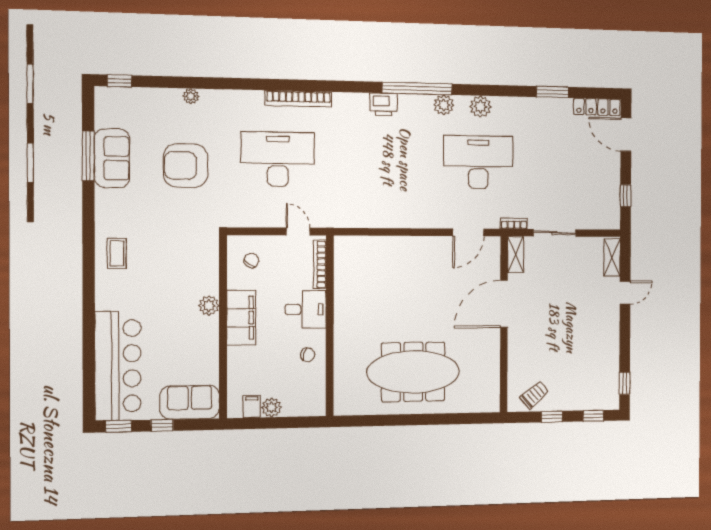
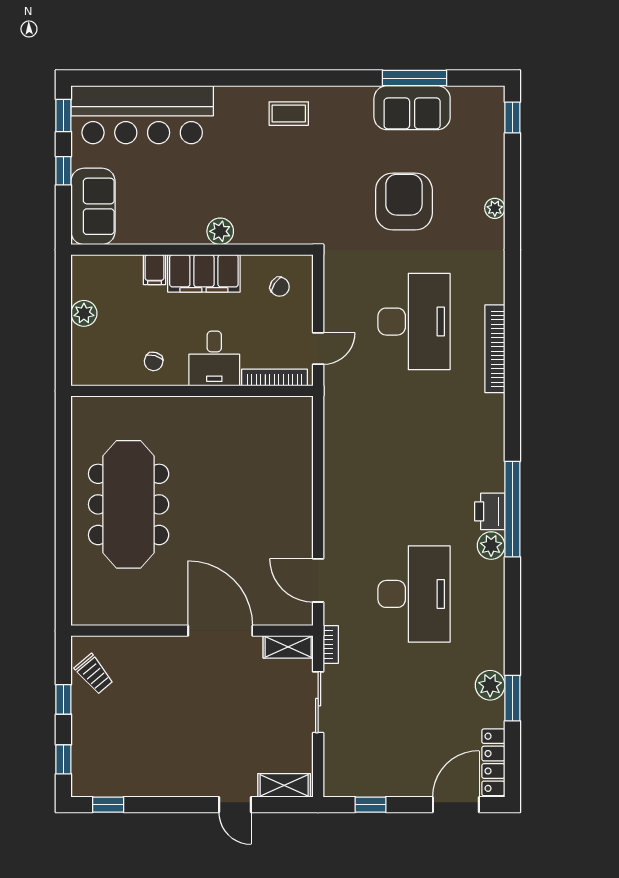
printer: (384, 105) -> (490, 511), moved
plant: (480, 107) -> (490, 685), moved
filing cabinet: (252, 406) -> (154, 270), moved, turned 90

